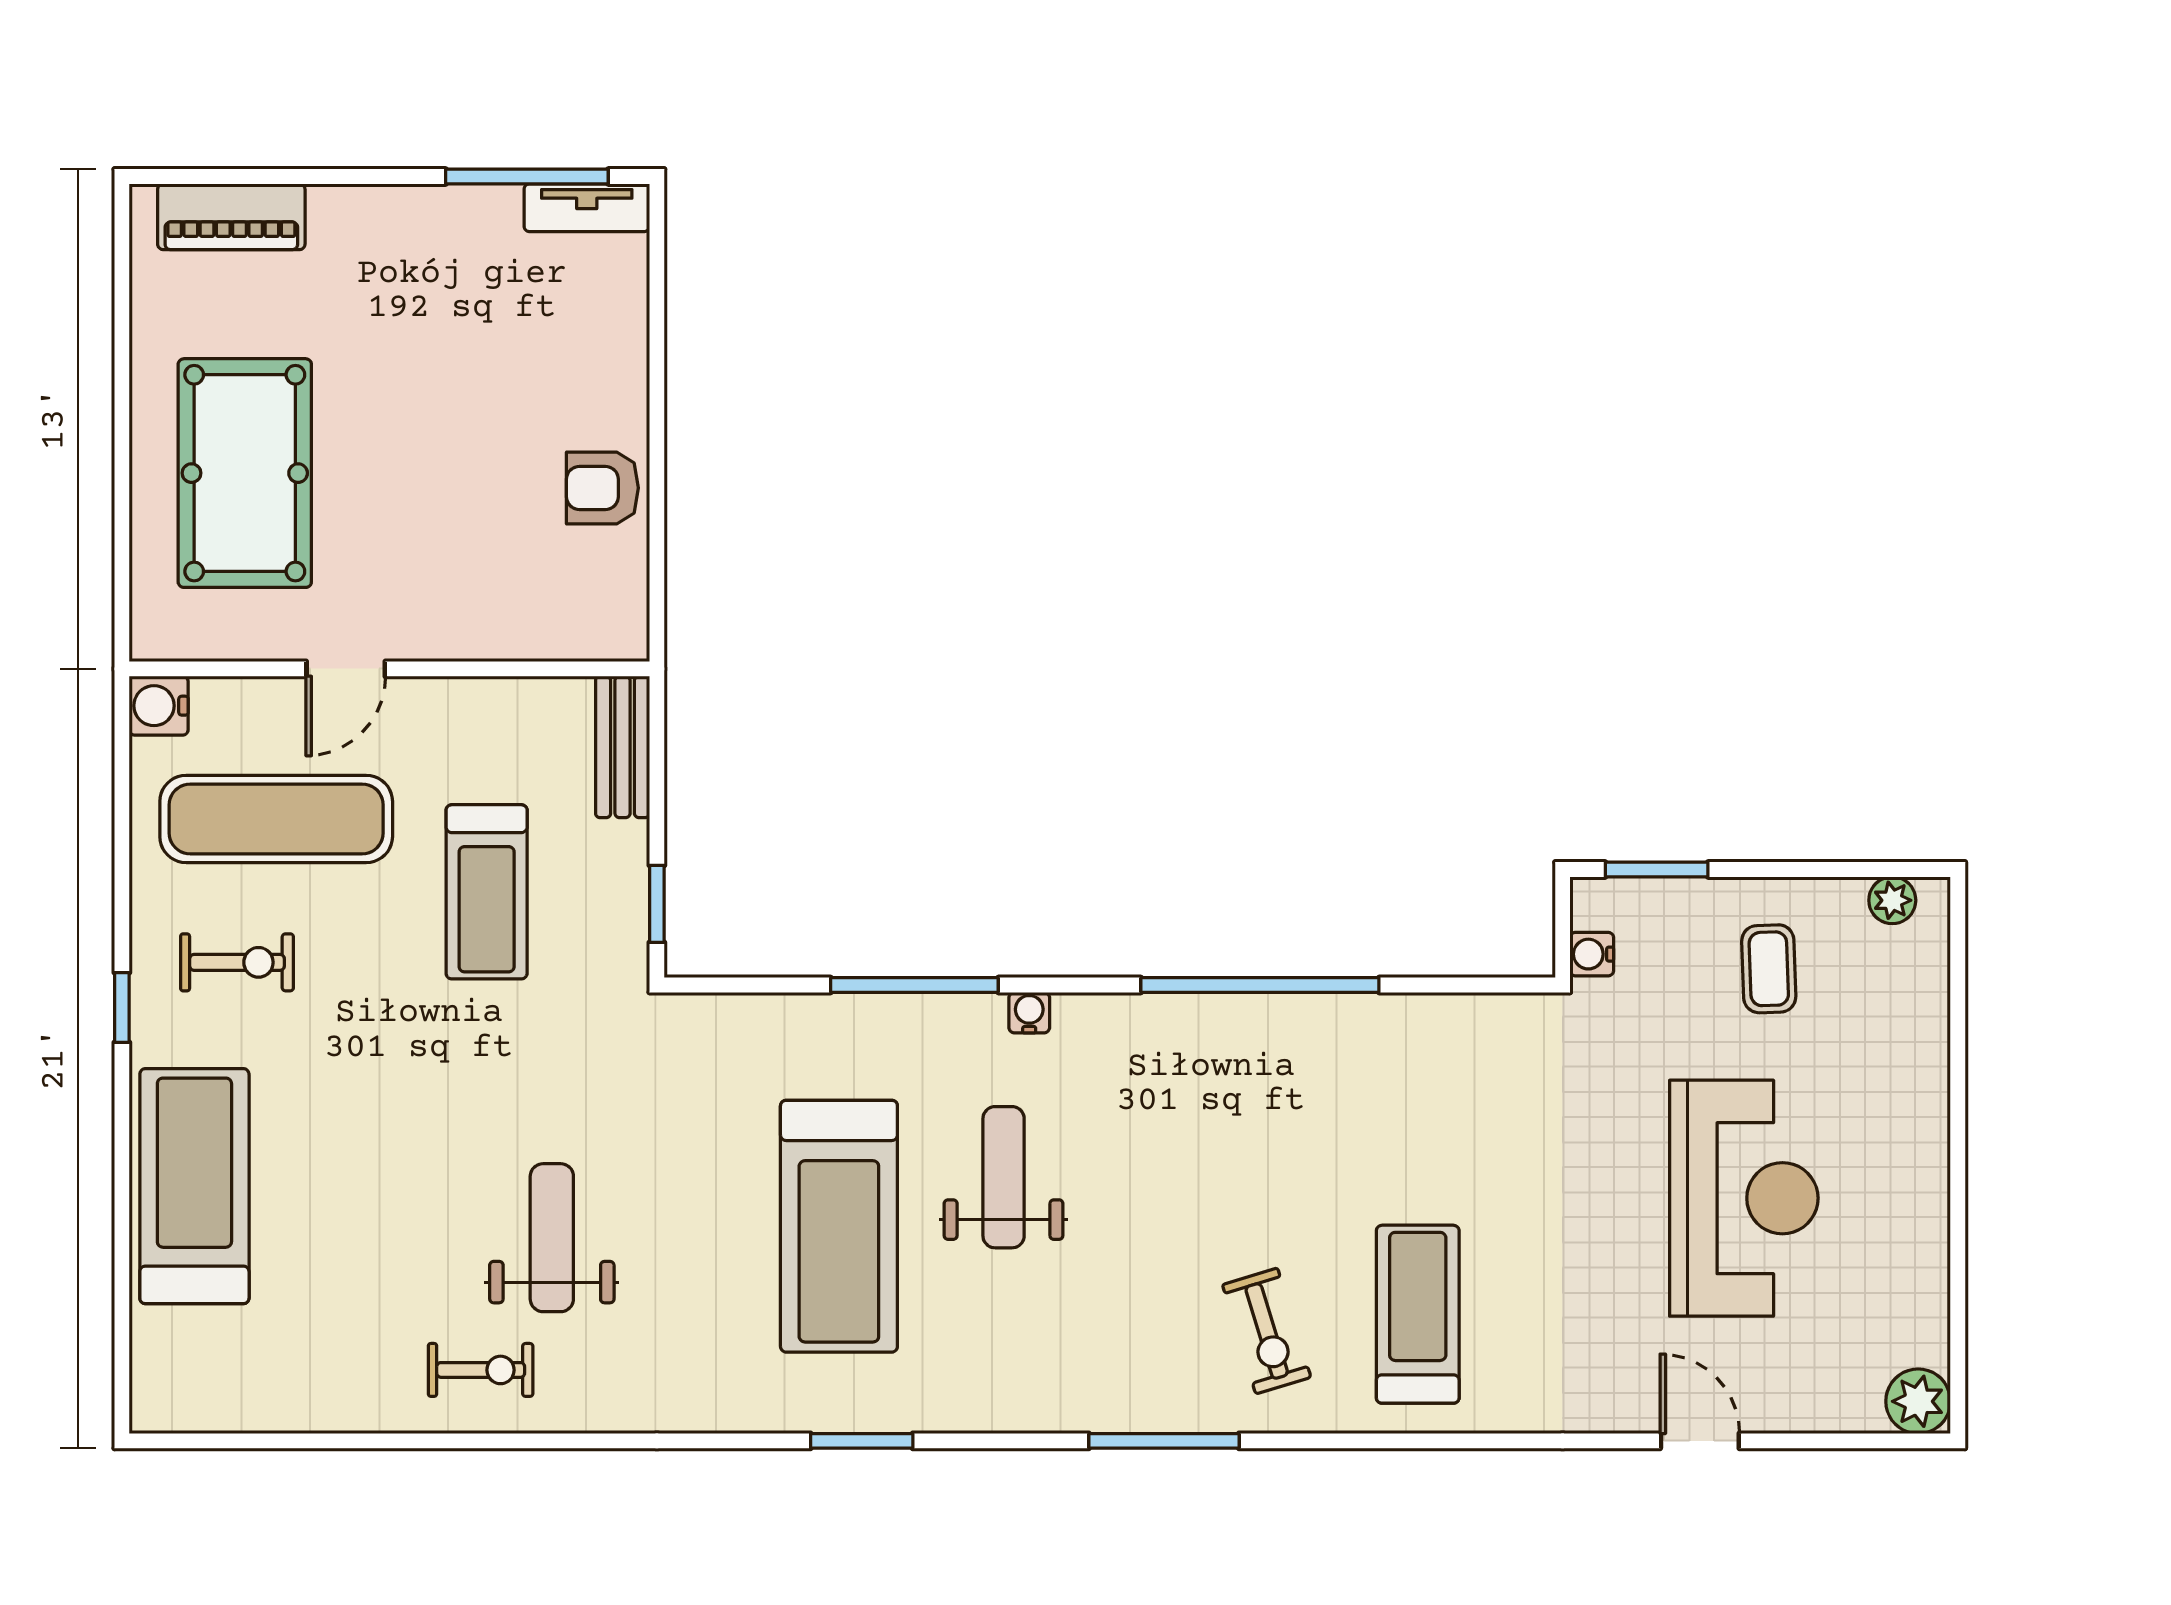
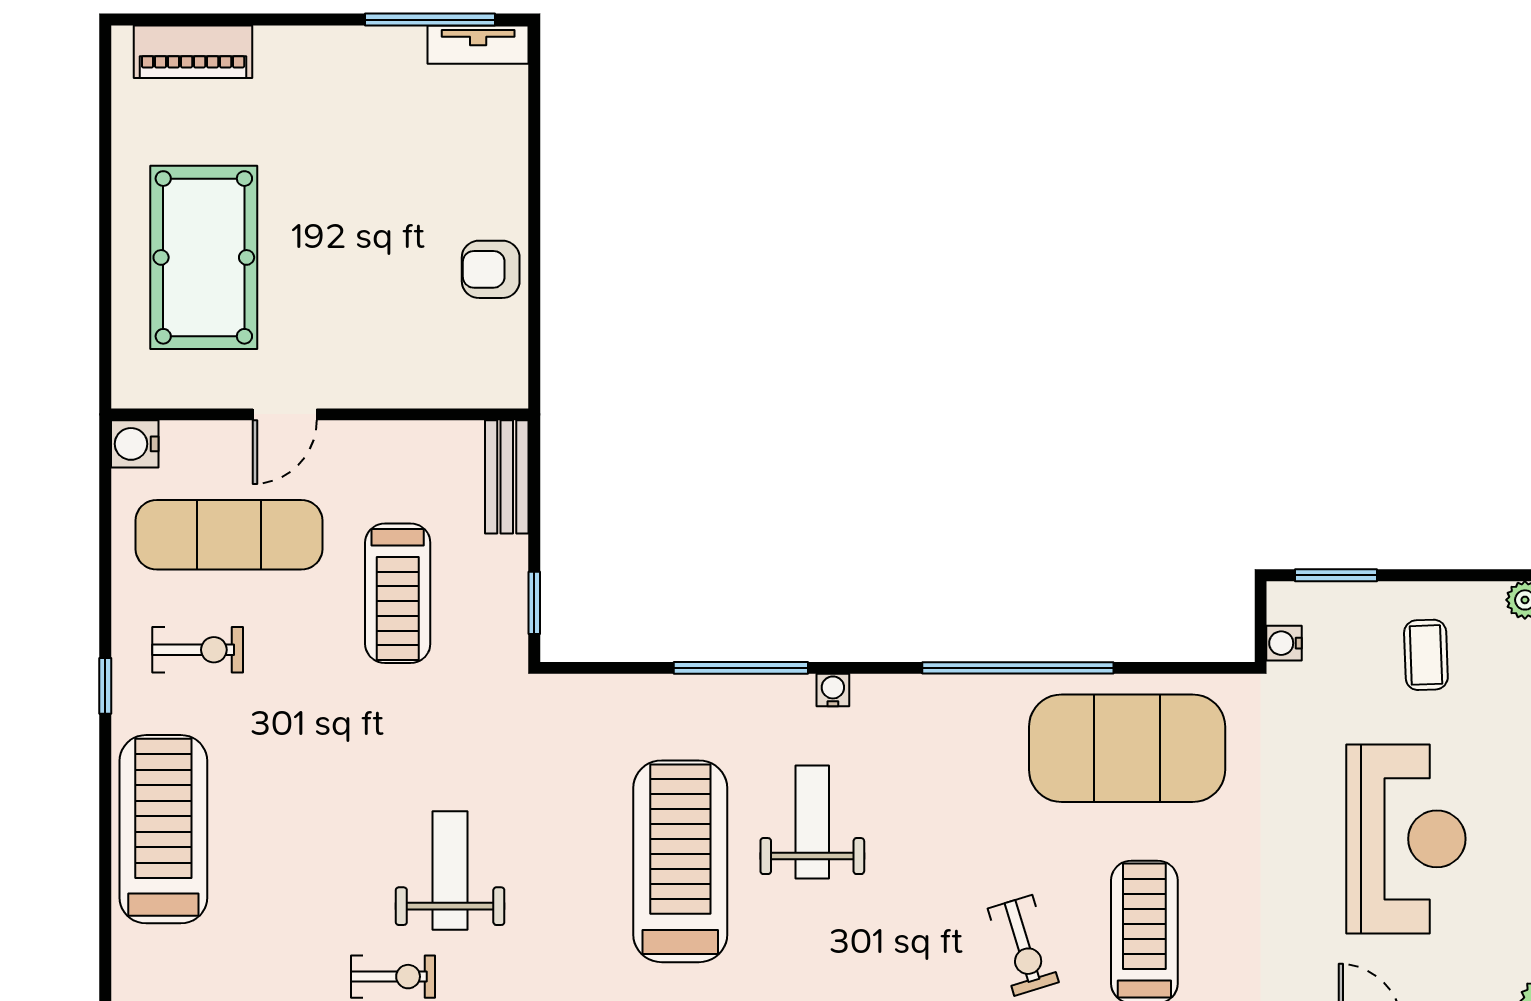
exercise mat: (1396, 1085) -> (1127, 748), added
treadmill: (839, 1226) -> (680, 861), turned 180

